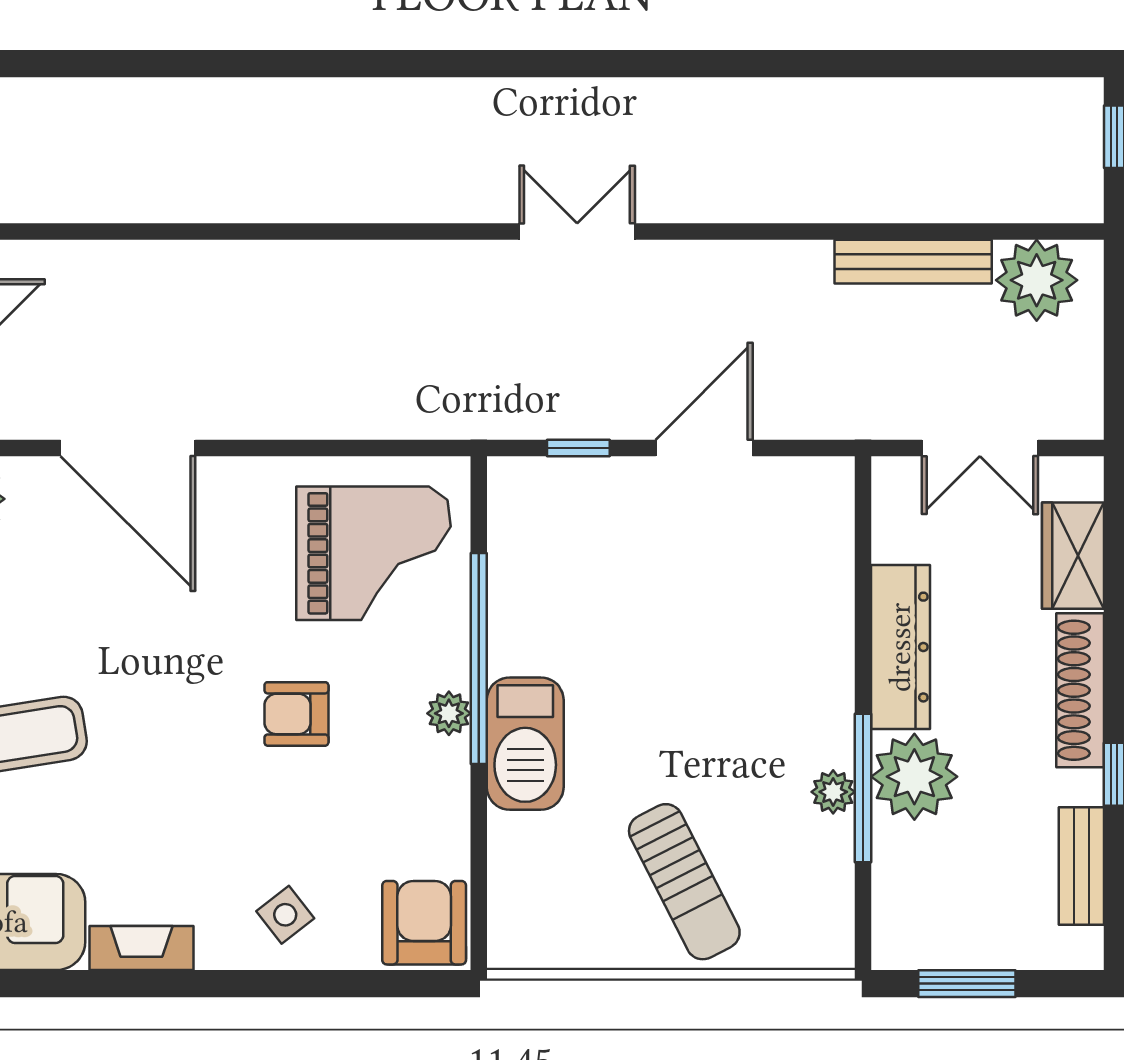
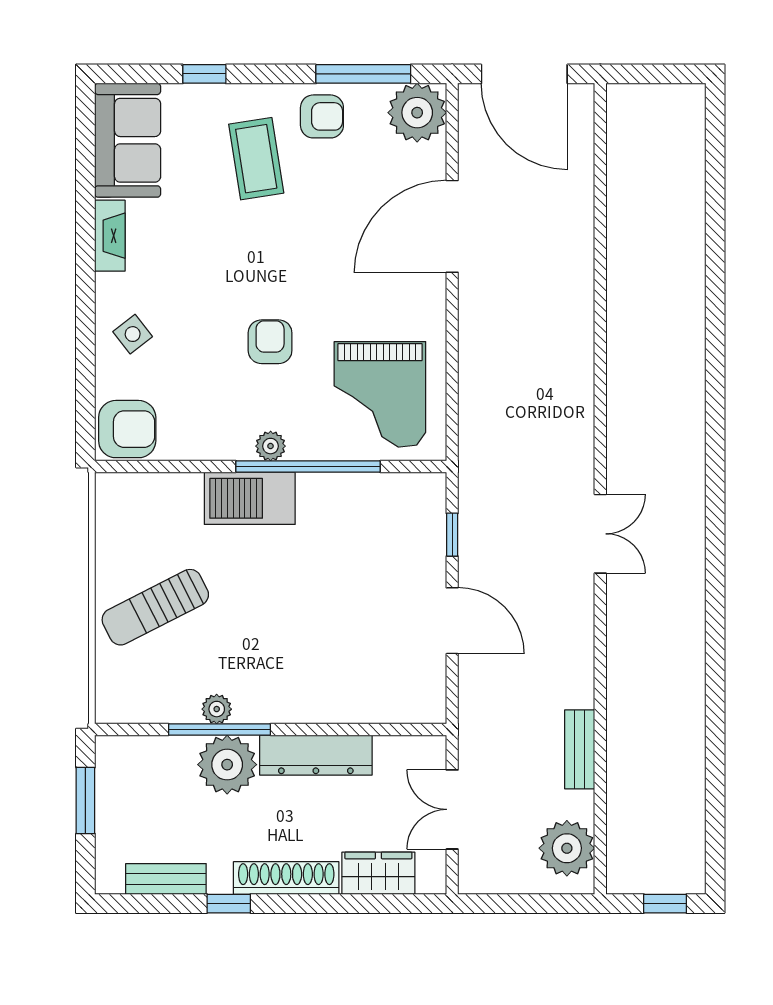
bench: (913, 262) -> (580, 749), width x0.73

